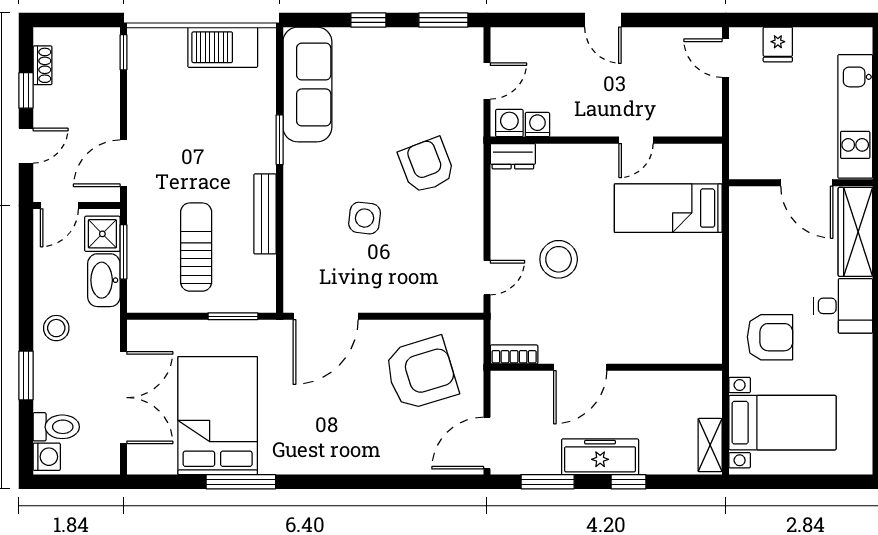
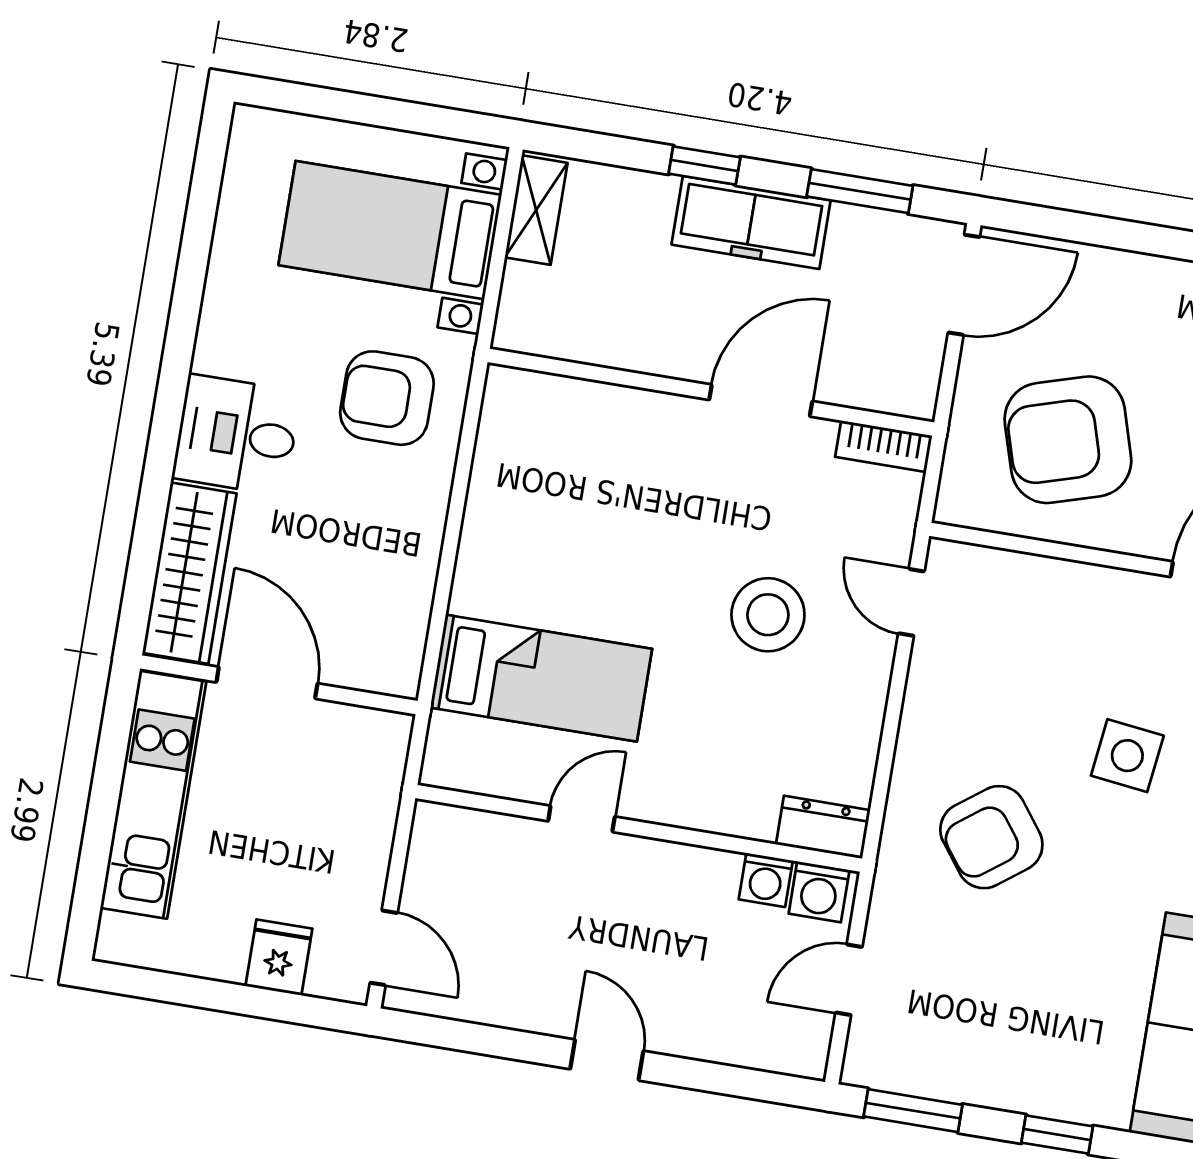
armchair: (427, 165) -> (991, 837), turned 74
door: (487, 278) -> (911, 602), hinge flipped

